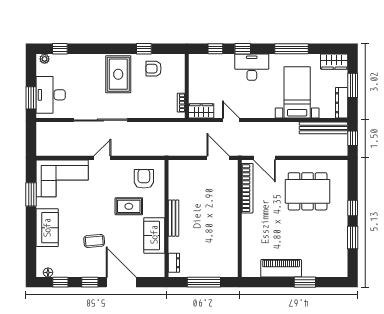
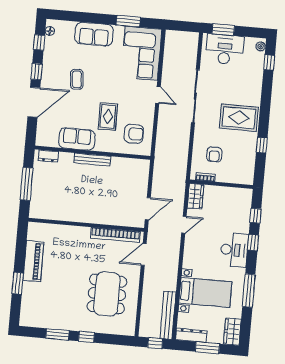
armchair: (154, 69) -> (214, 154), moved, turned 180

